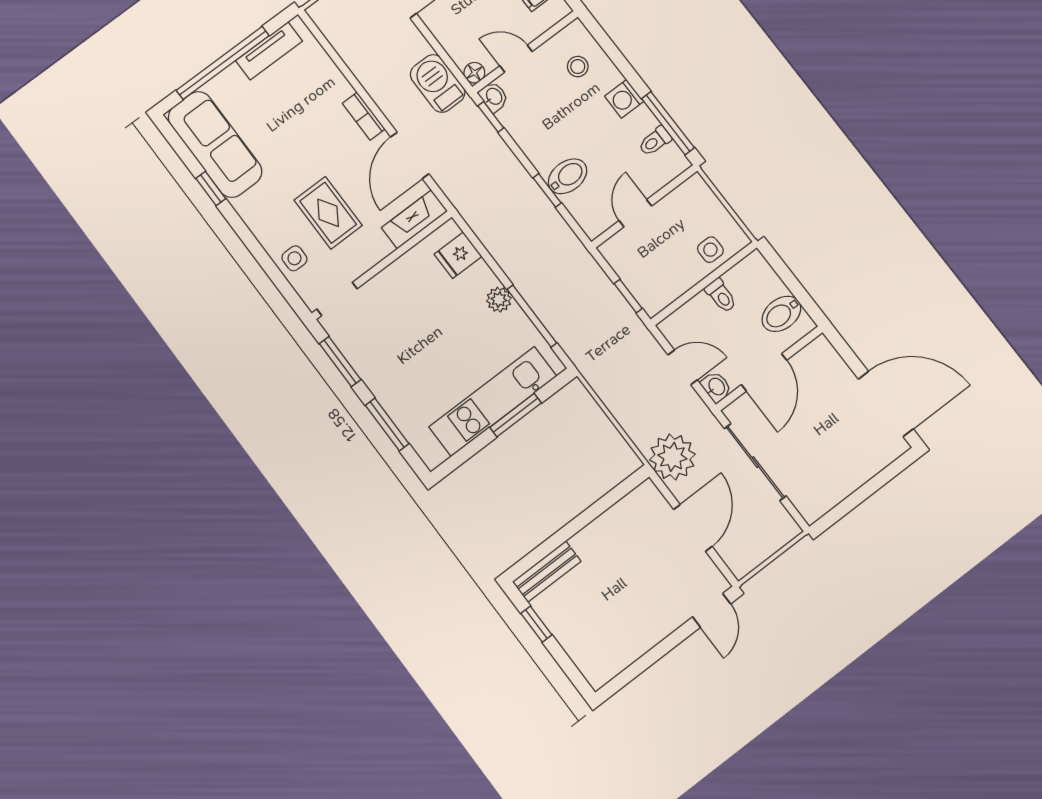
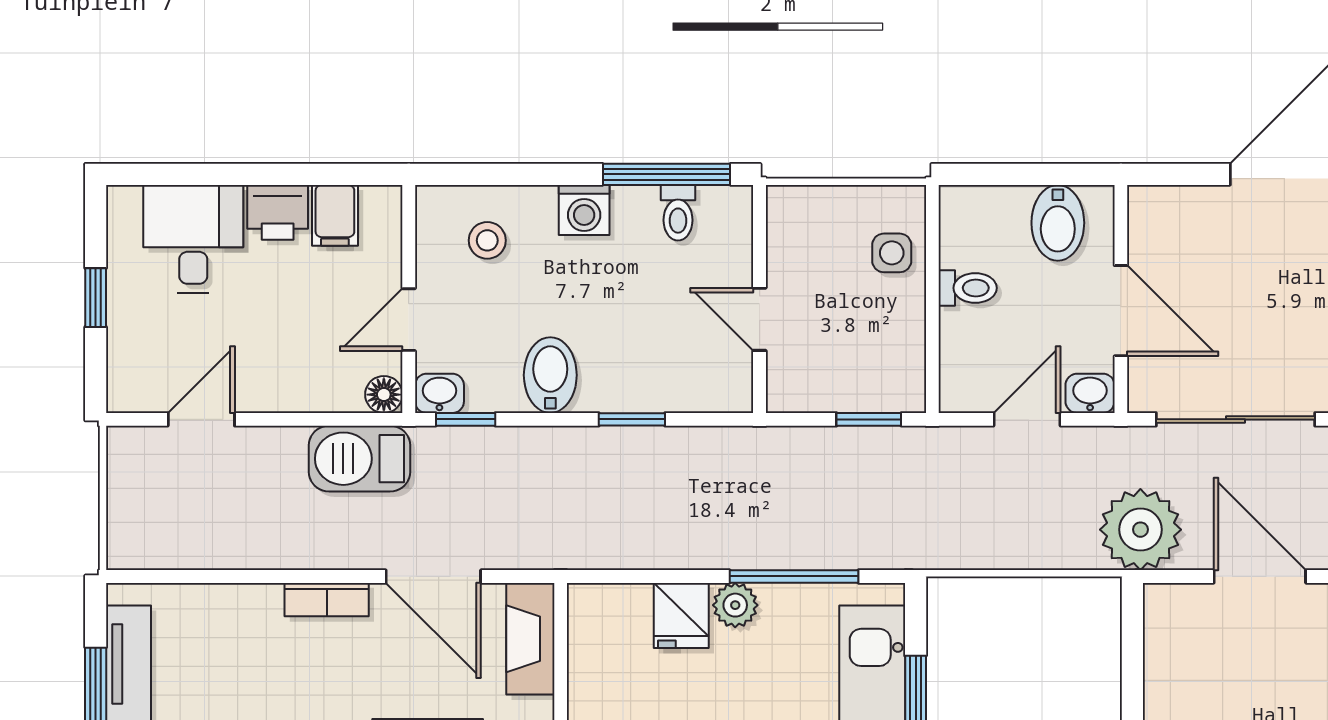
bidet: (568, 176) -> (550, 375), moved
fridge: (458, 255) -> (681, 615), moved

